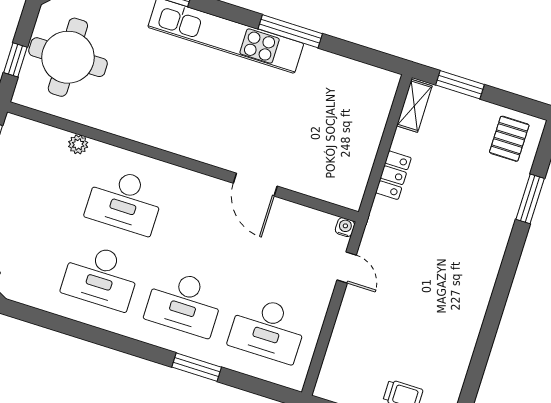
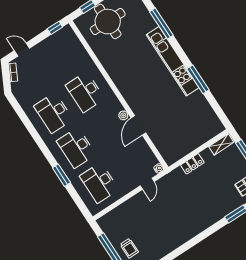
plant: (78, 144) -> (123, 115), moved

